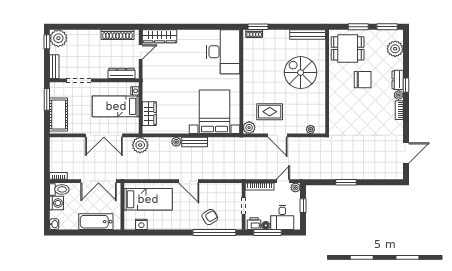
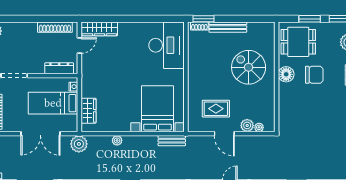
bench: (308, 35) -> (228, 27), moved
floor lamp: (336, 79) -> (286, 74), added
plant: (249, 128) -> (247, 125), moved
bench: (195, 142) -> (172, 141), moved

